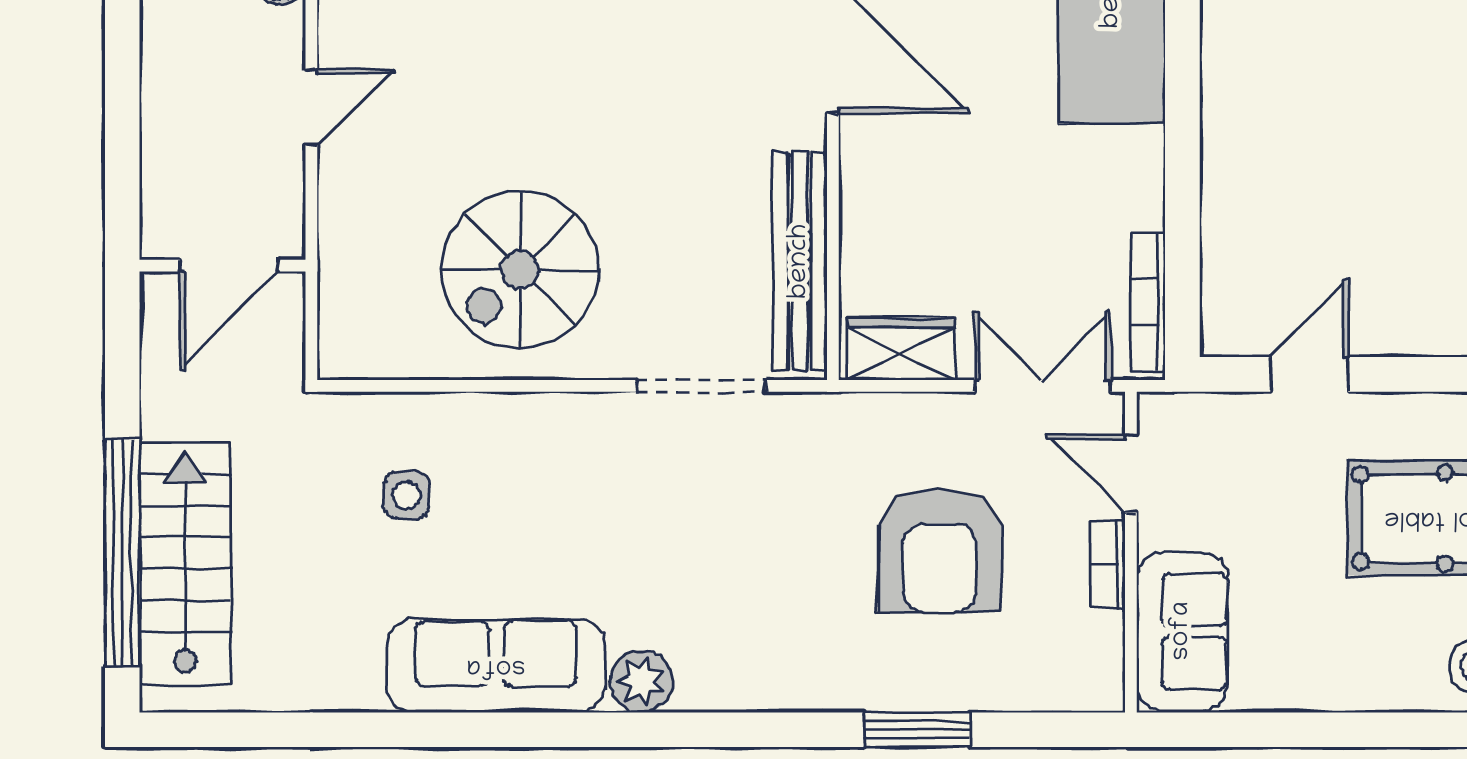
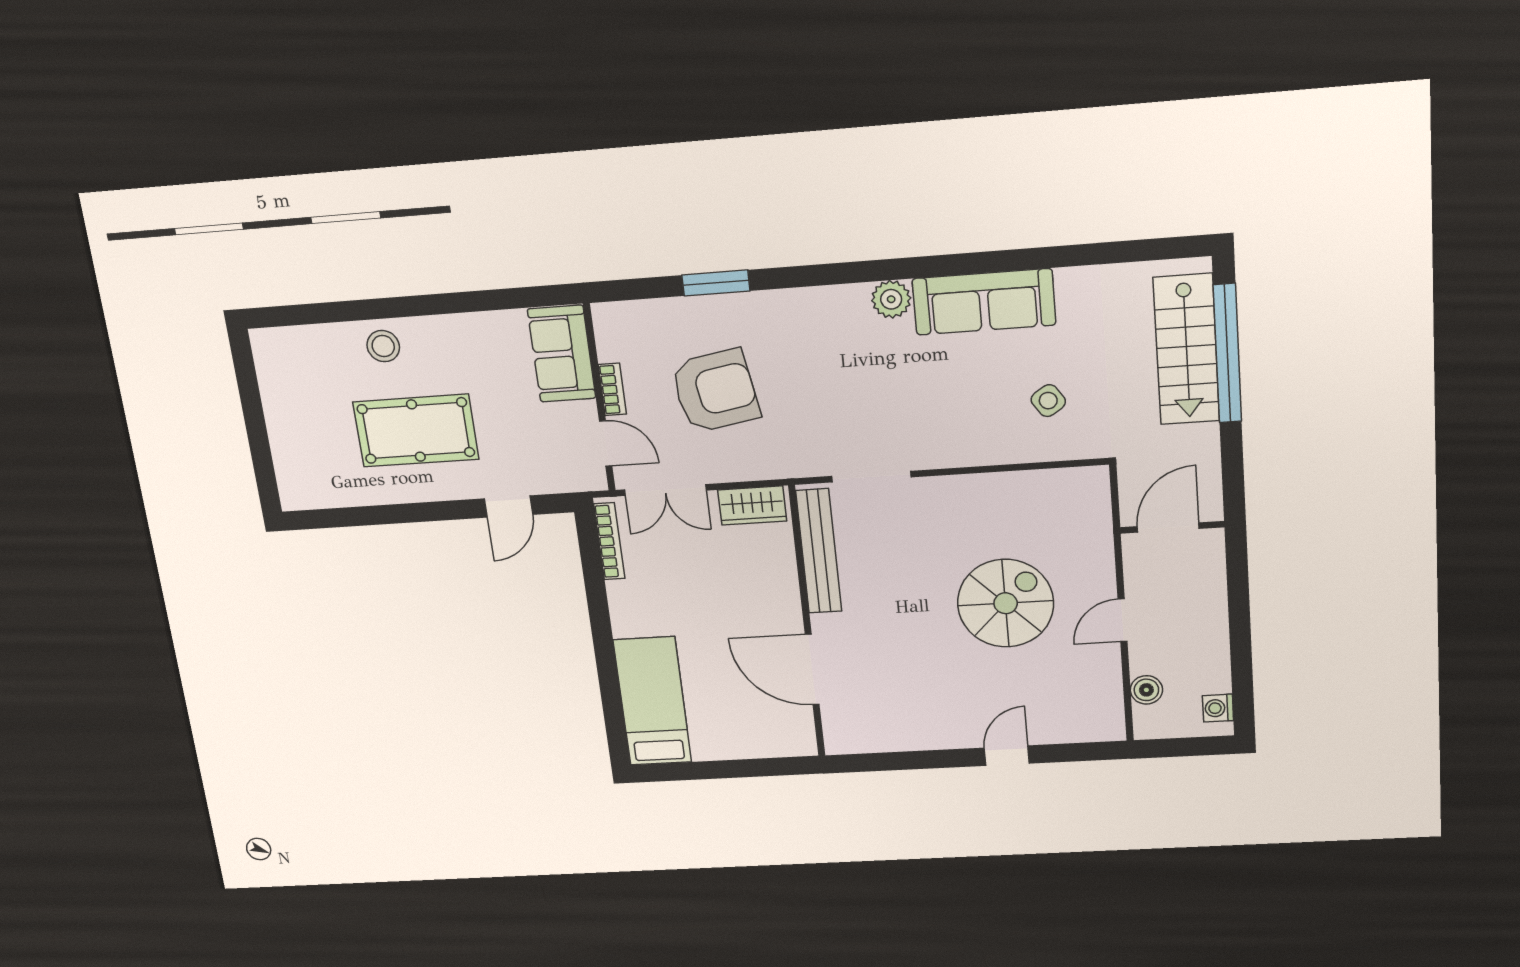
spiral stairs: (520, 270) -> (1006, 603), moved
side table: (407, 495) -> (1048, 401), turned -34
armchair: (940, 550) -> (715, 391), turned 80

